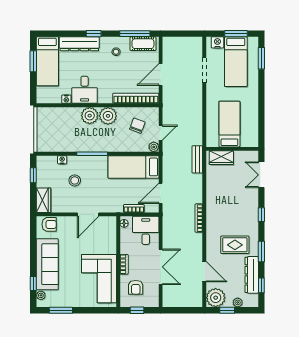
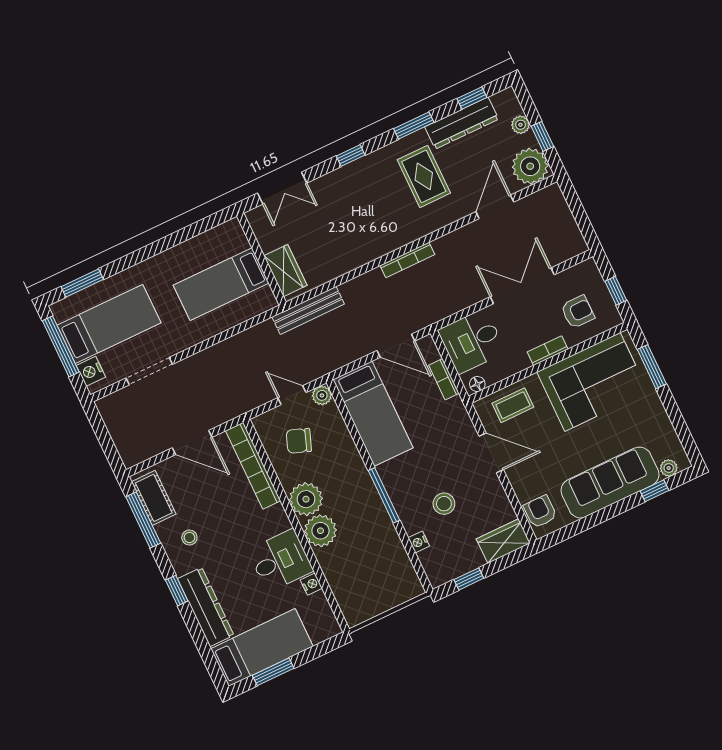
window: (236, 34) -> (61, 346), width x1.44
bench: (197, 159) -> (308, 310), width x1.36
coffee table: (106, 235) -> (513, 405), added
window: (61, 310) -> (652, 367), moved

